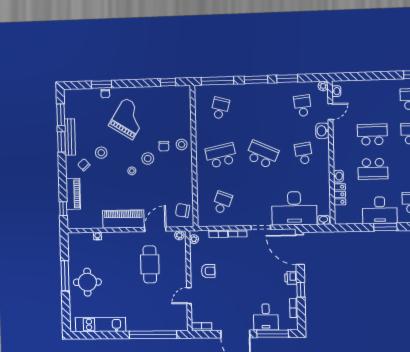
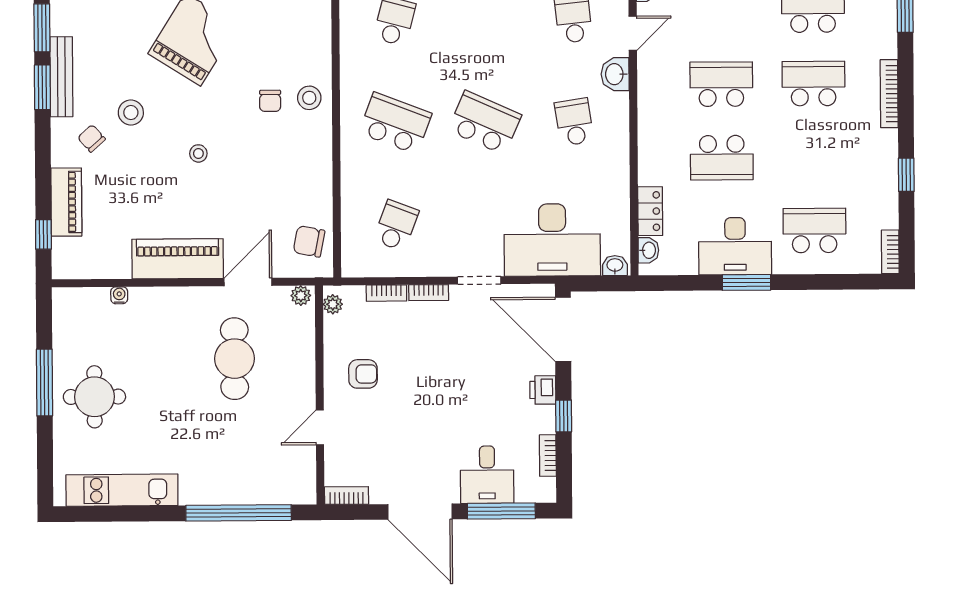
school desk: (221, 155) -> (395, 123), turned 33
stool: (148, 159) -> (234, 127), removed
washbasin: (338, 176) -> (648, 250), moved

